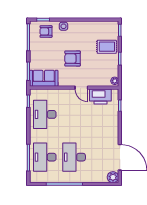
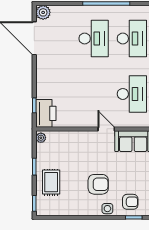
rug: (107, 47) -> (51, 182), turned 90
armchair: (73, 58) -> (98, 184), moved
door: (81, 88) -> (106, 129), moved
printer: (100, 96) -> (46, 113), moved, turned 90

